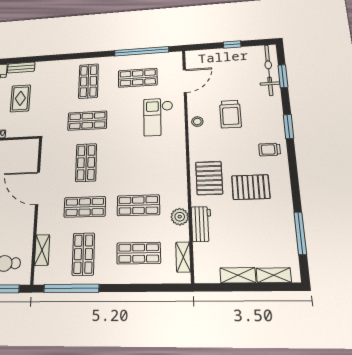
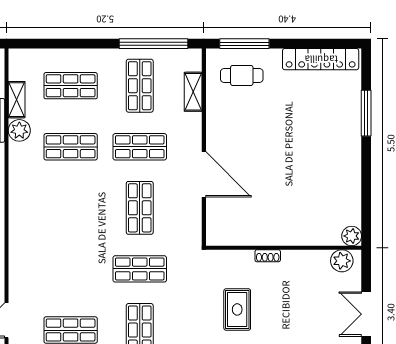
checkout: (158, 117) -> (43, 269), removed
shelving: (183, 257) -> (17, 100), moved

